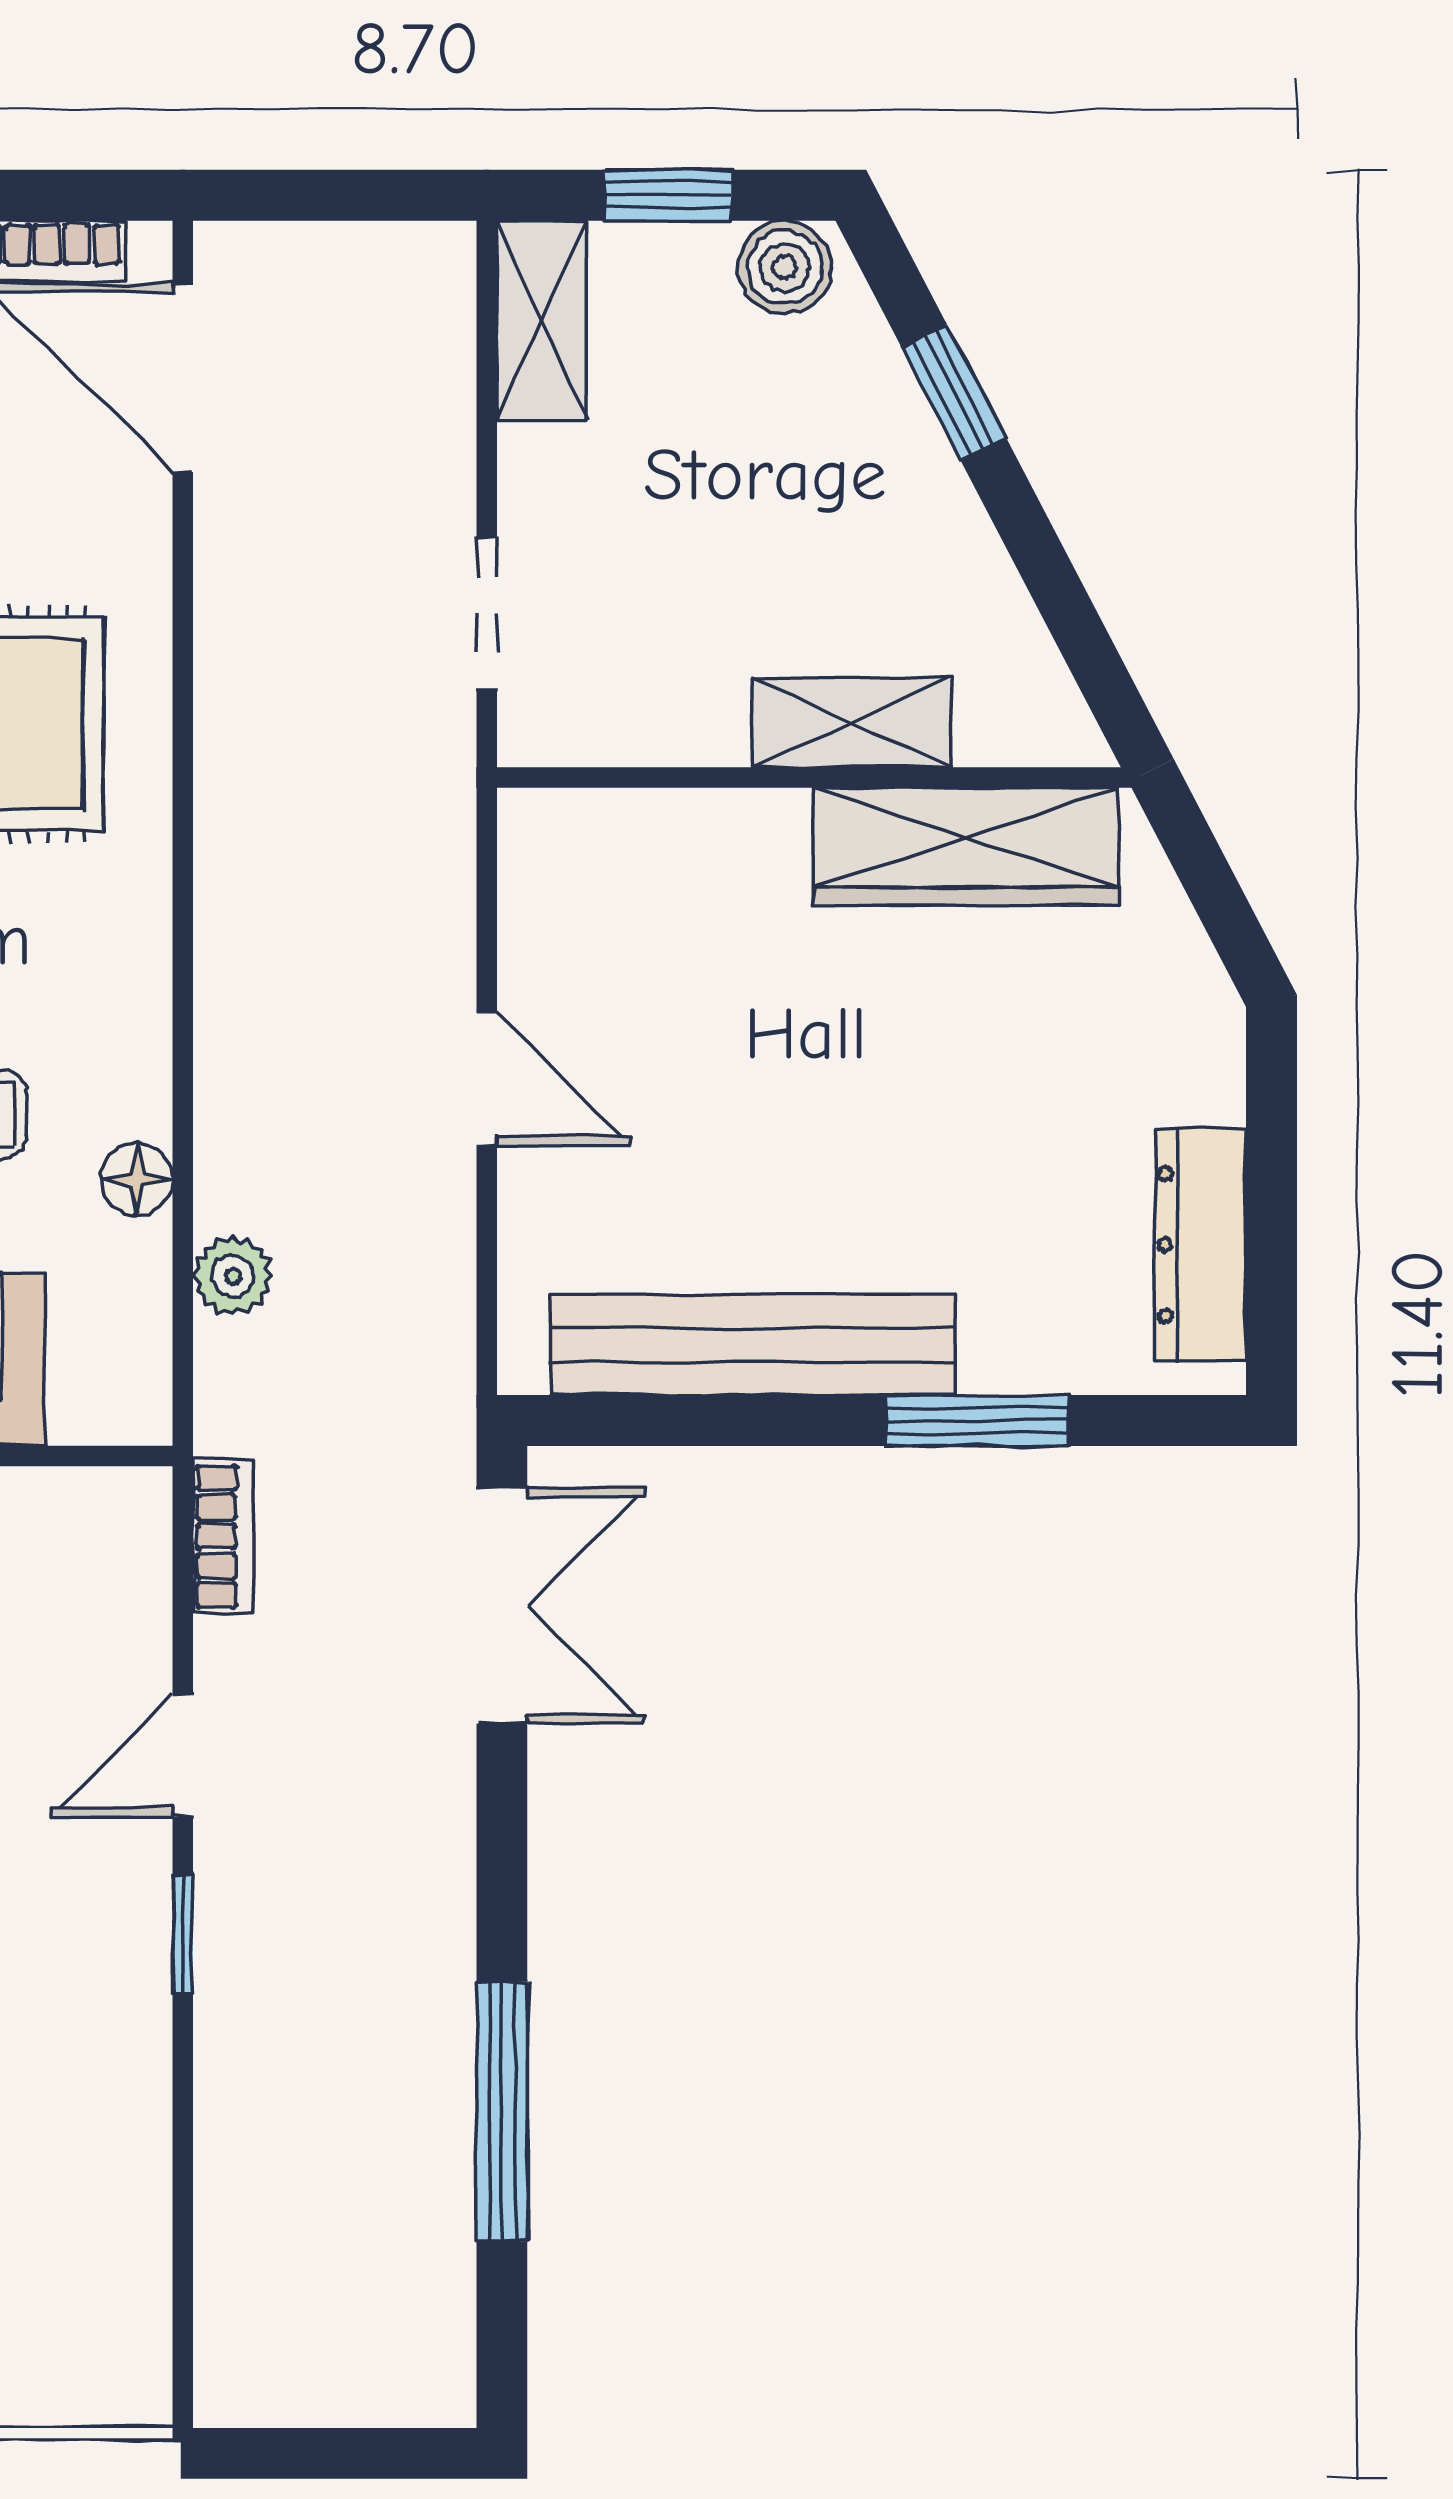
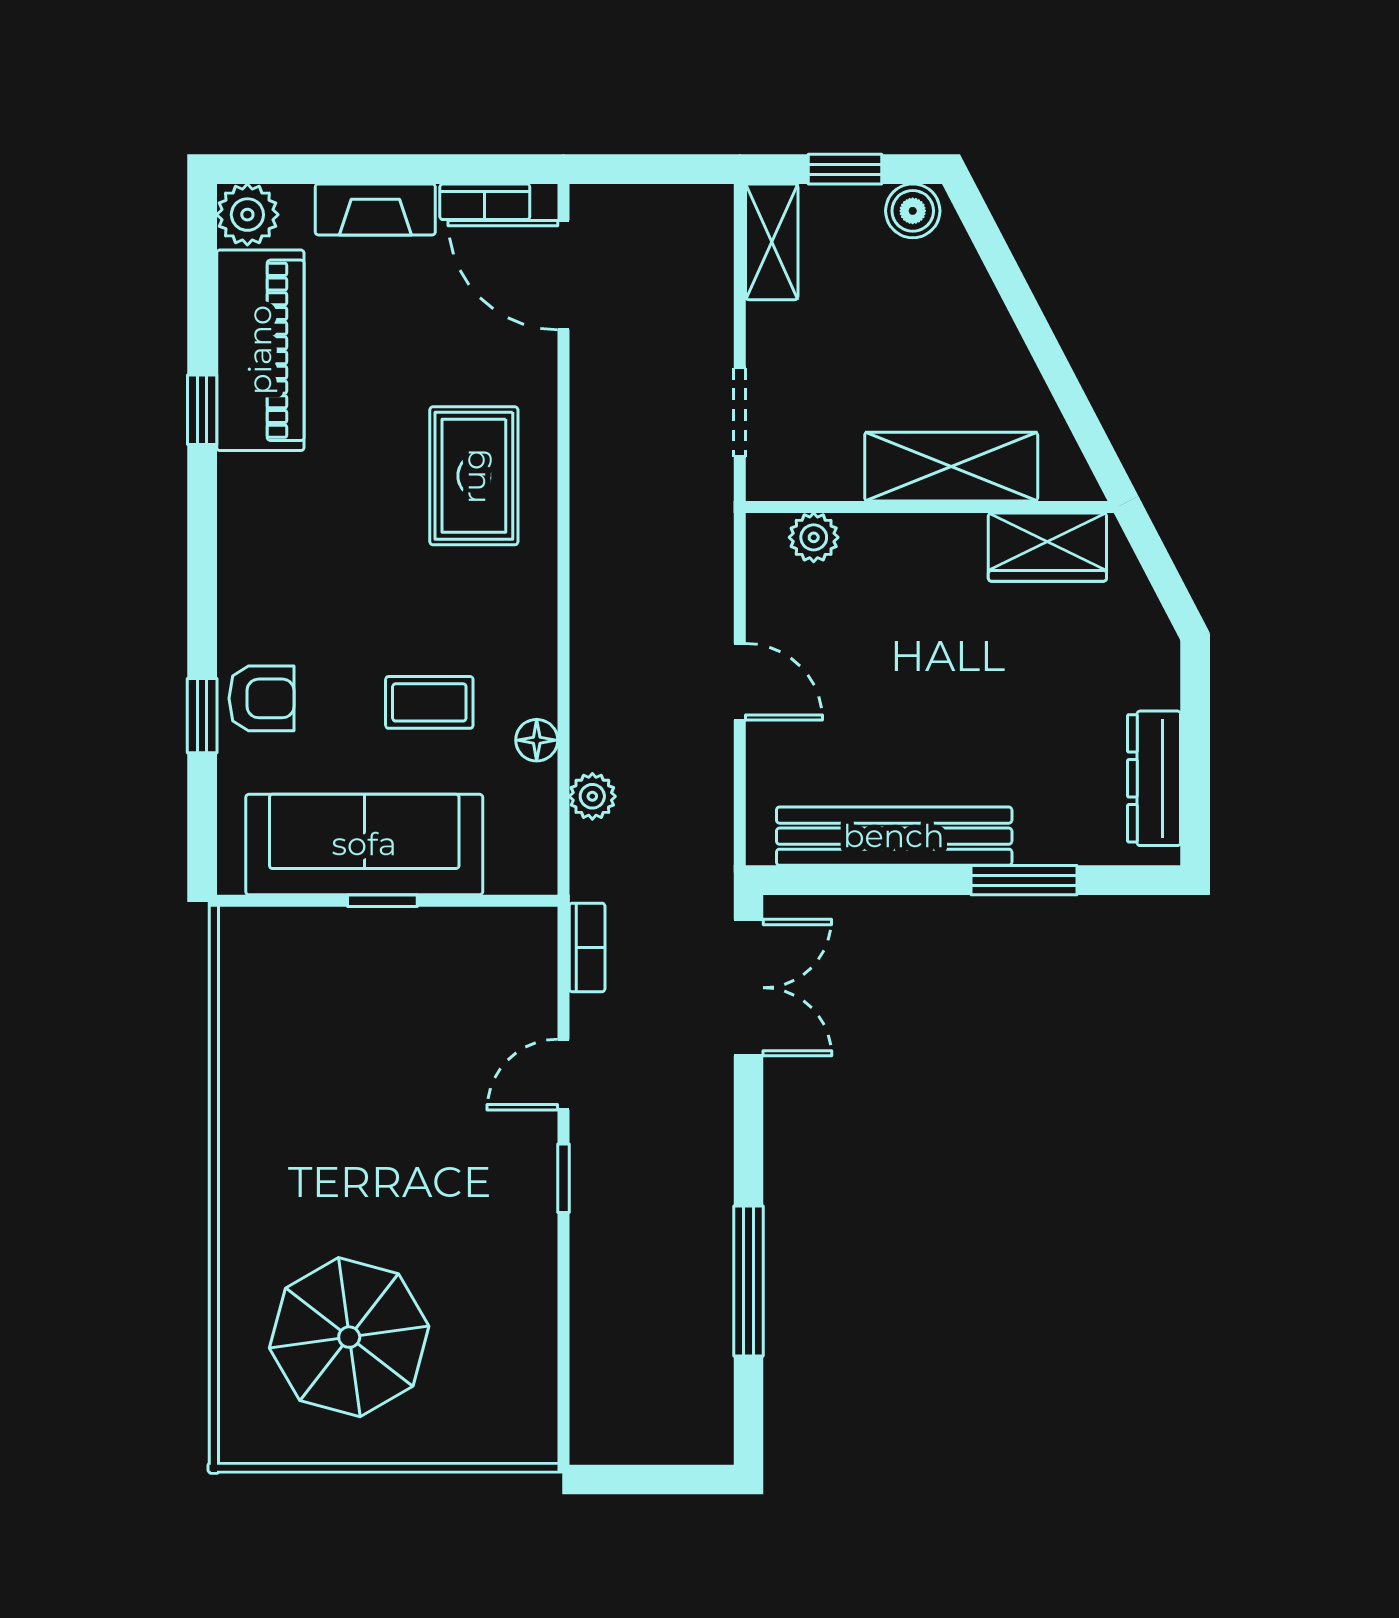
window: (954, 392) -> (1011, 284), removed
shelving: (851, 723) -> (951, 467), width x1.50, depth x1.33
plant: (614, 830) -> (814, 537), added
wardrobe: (966, 847) -> (1047, 547), width x0.67

